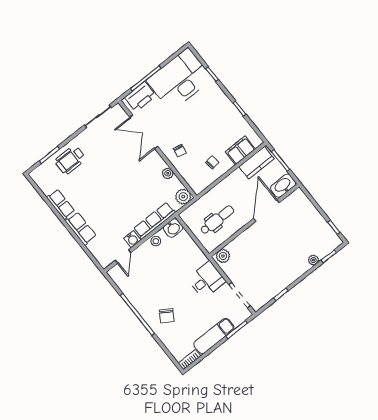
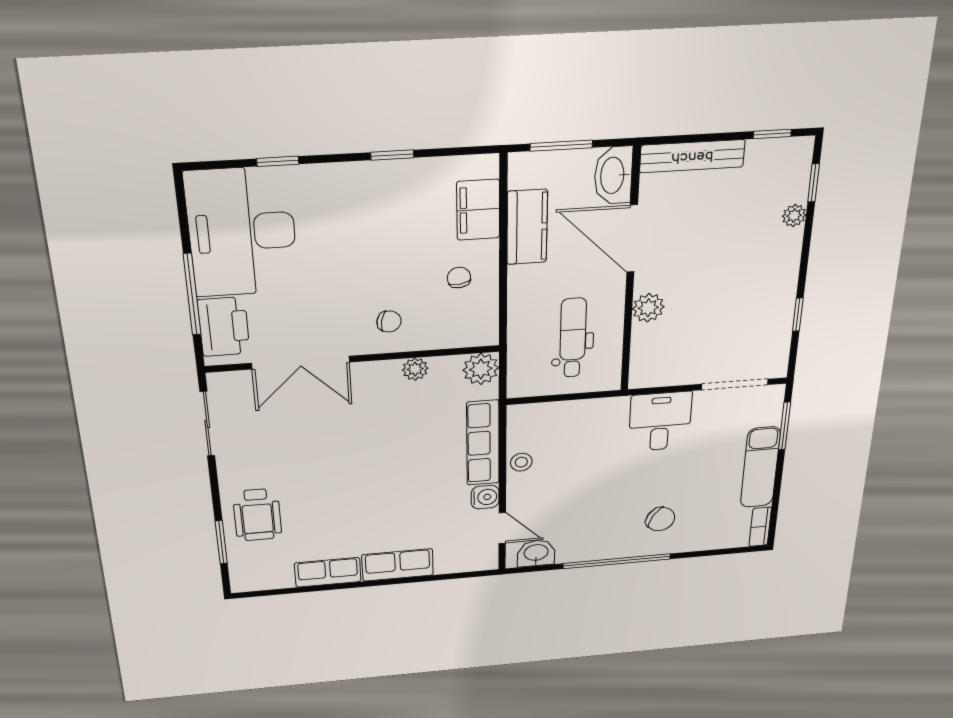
kitchen counter: (257, 163) -> (527, 227), moved
bench: (308, 207) -> (692, 156), added
washbasin: (173, 228) -> (536, 553), moved, turned -90
plant: (223, 256) -> (648, 308), moved

